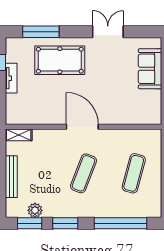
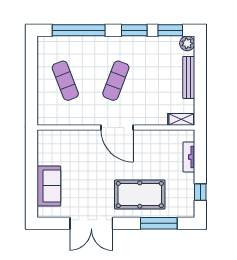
double door: (108, 32) -> (91, 223), width x1.37
tv unit: (11, 78) -> (189, 157), moved
exercise mat: (134, 173) -> (65, 81), turned -36
plant: (35, 210) -> (187, 43), moved

